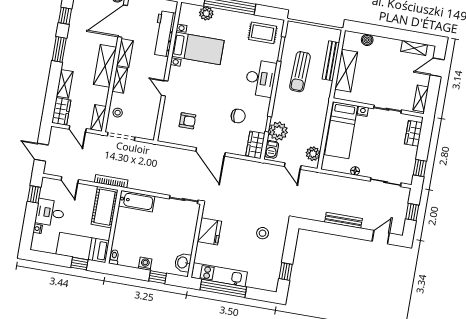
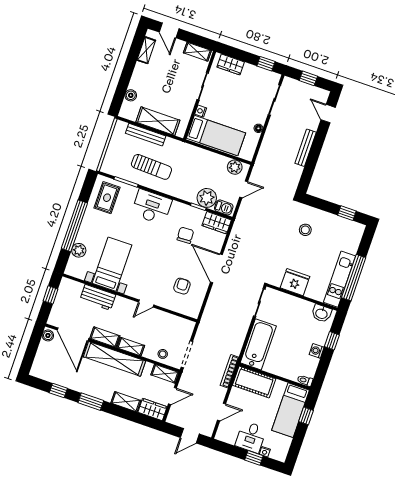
workbench: (164, 34) -> (98, 297), width x0.73
shelving: (105, 66) -> (114, 359), width x1.47
door: (210, 152) -> (216, 268), swing flipped
window: (34, 194) -> (254, 458), moved
bathtub: (137, 201) -> (258, 344), width x1.36, depth x1.36

